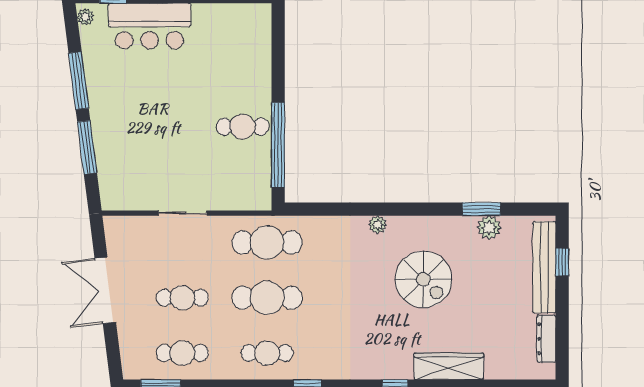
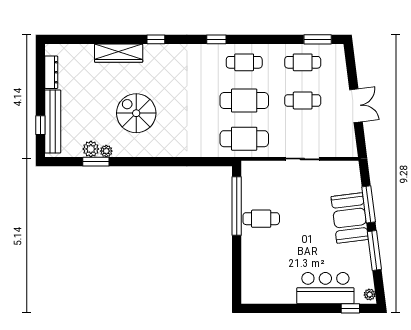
booth: (114, 128) -> (350, 218), added
plant: (378, 225) -> (106, 151), moved
double door: (105, 290) -> (356, 106), width x0.73

